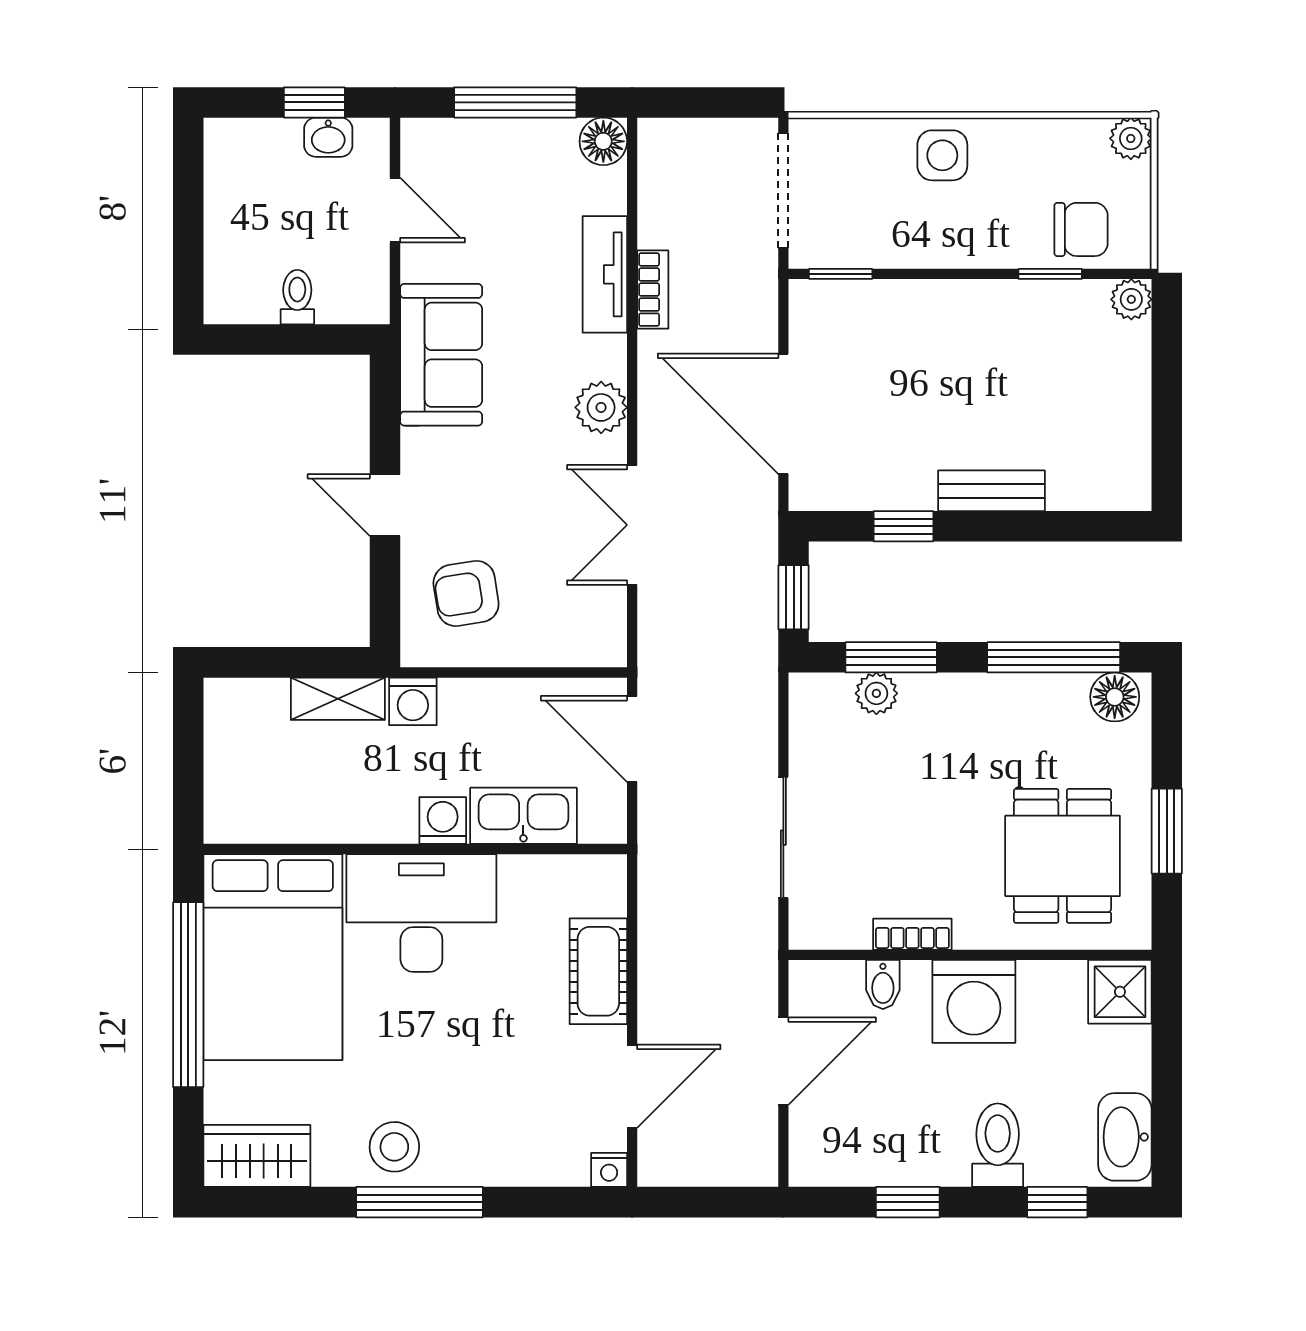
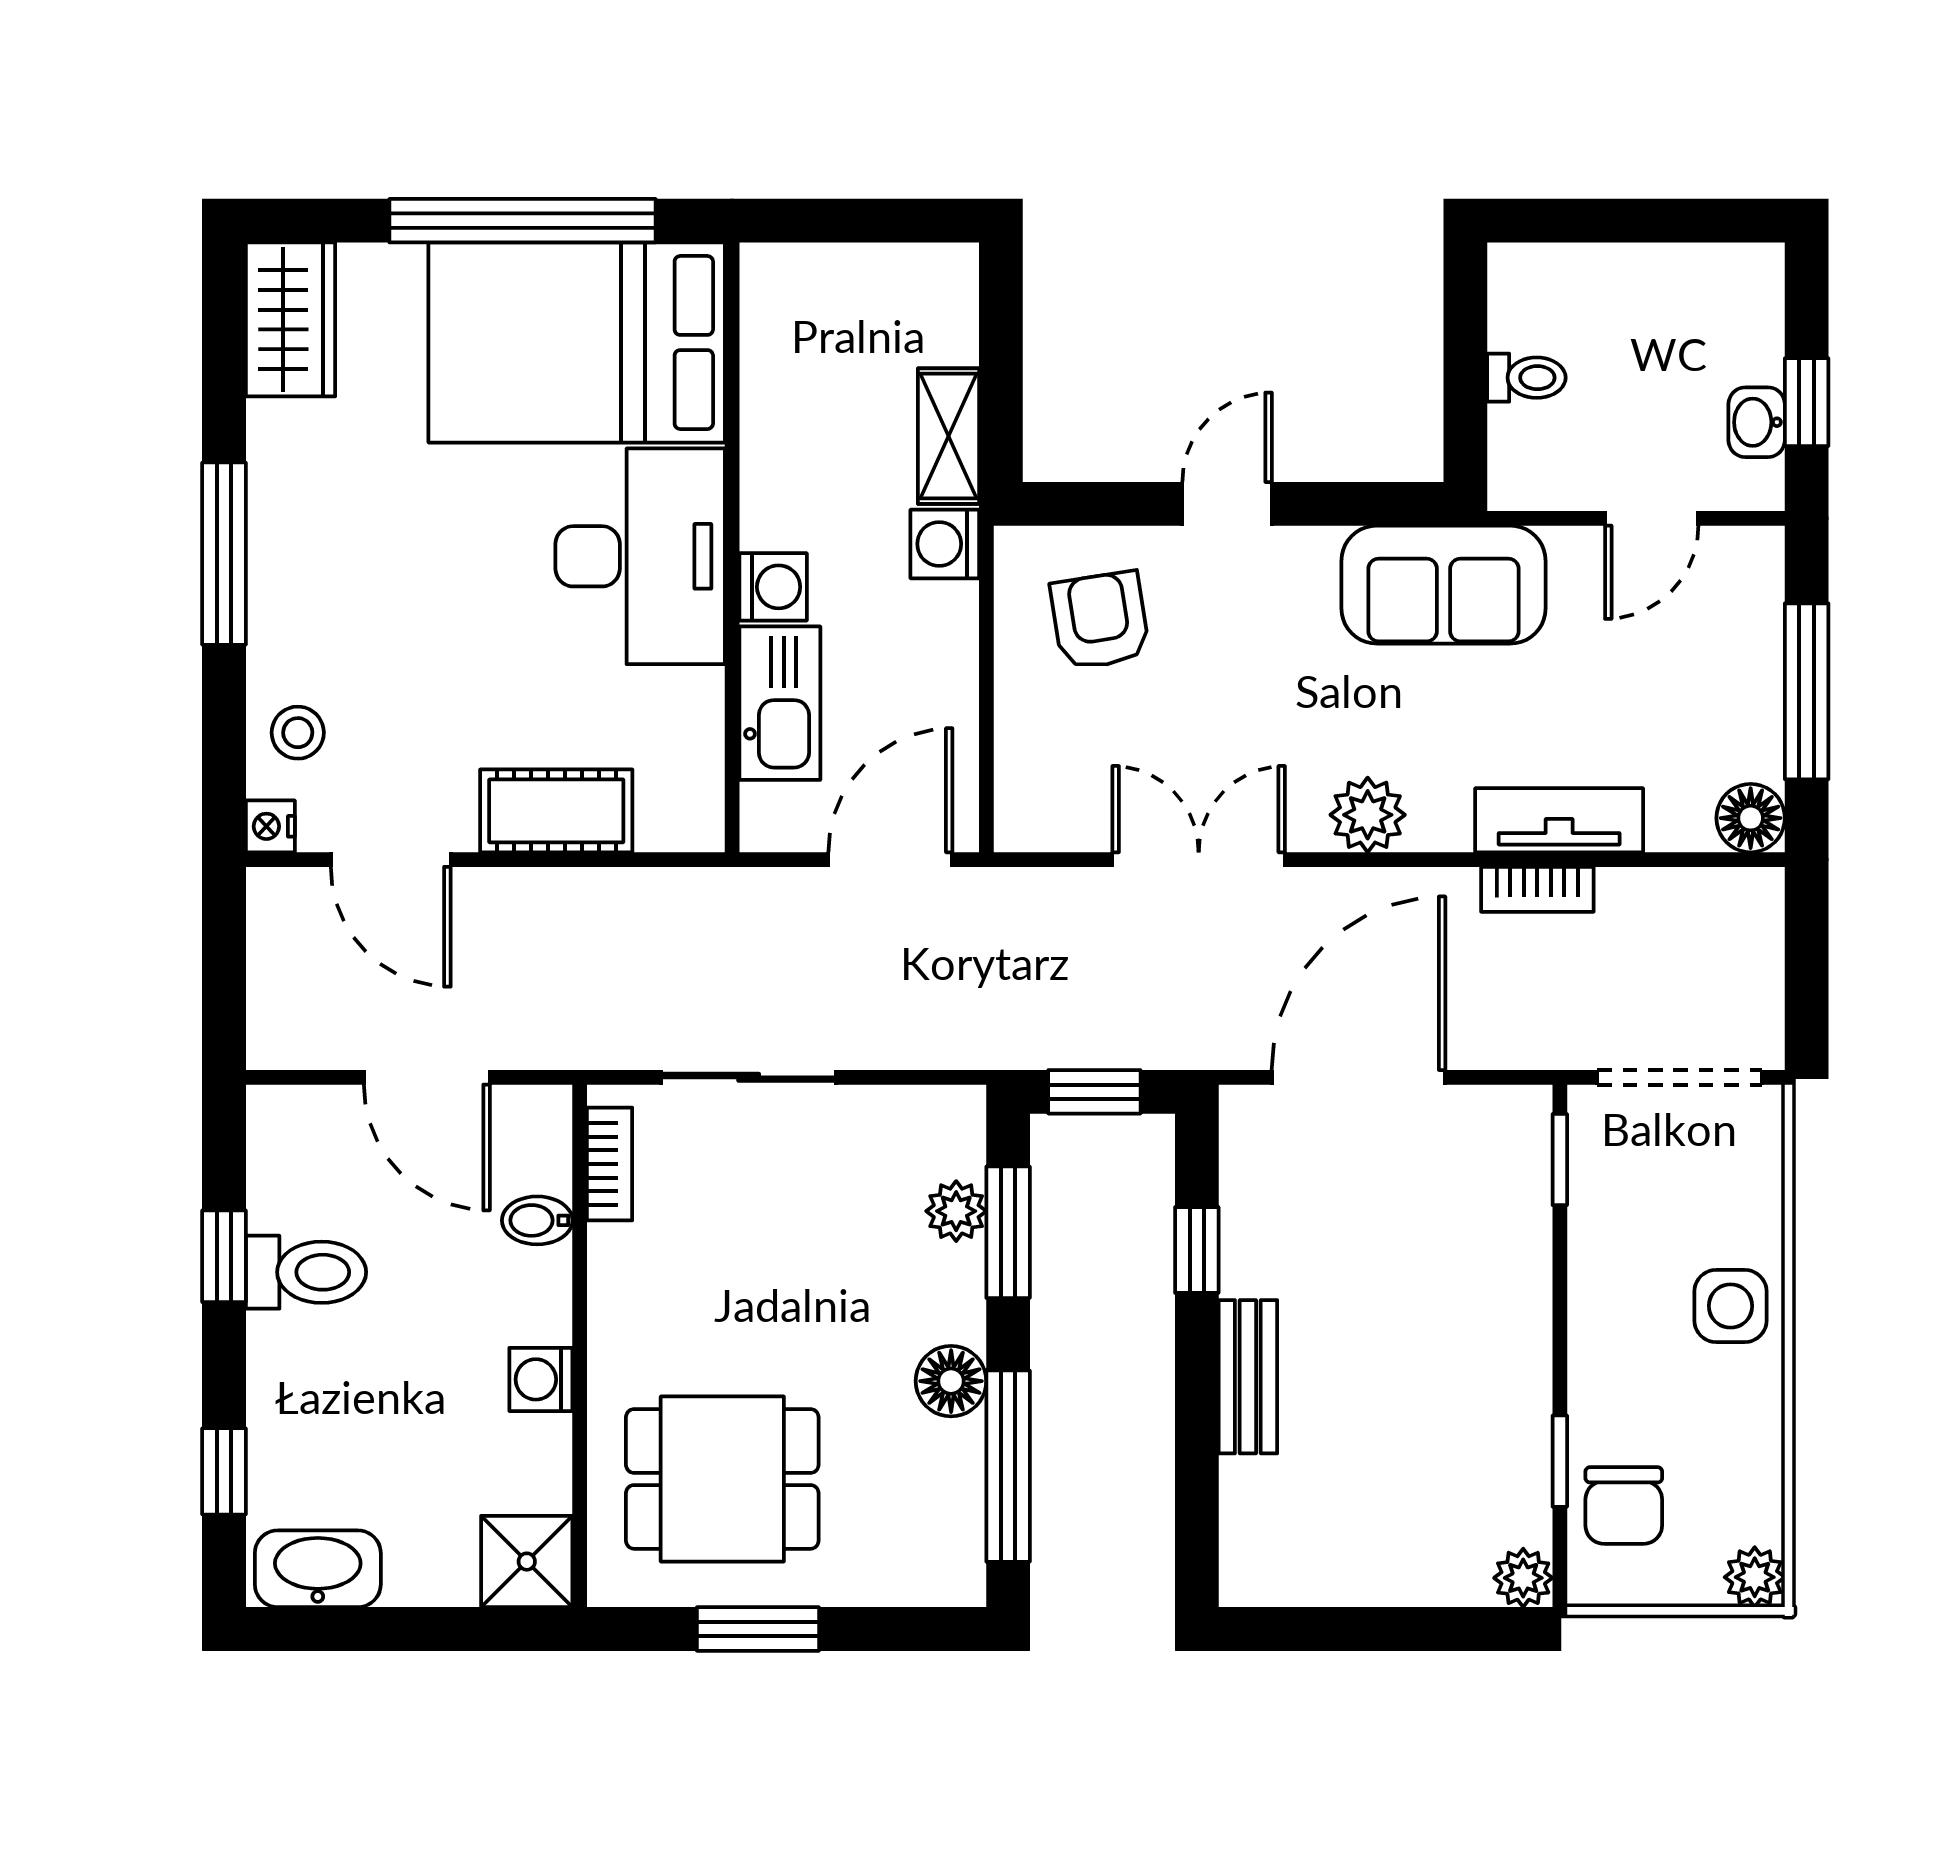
floor lamp: (1115, 697) -> (951, 1381), moved
bookcase: (912, 934) -> (610, 1164), moved
washing machine: (974, 1001) -> (541, 1379), width x0.53, depth x0.53
toilet: (998, 1145) -> (306, 1272), moved
stool: (394, 1147) -> (298, 733), moved, width x0.73, depth x0.73

